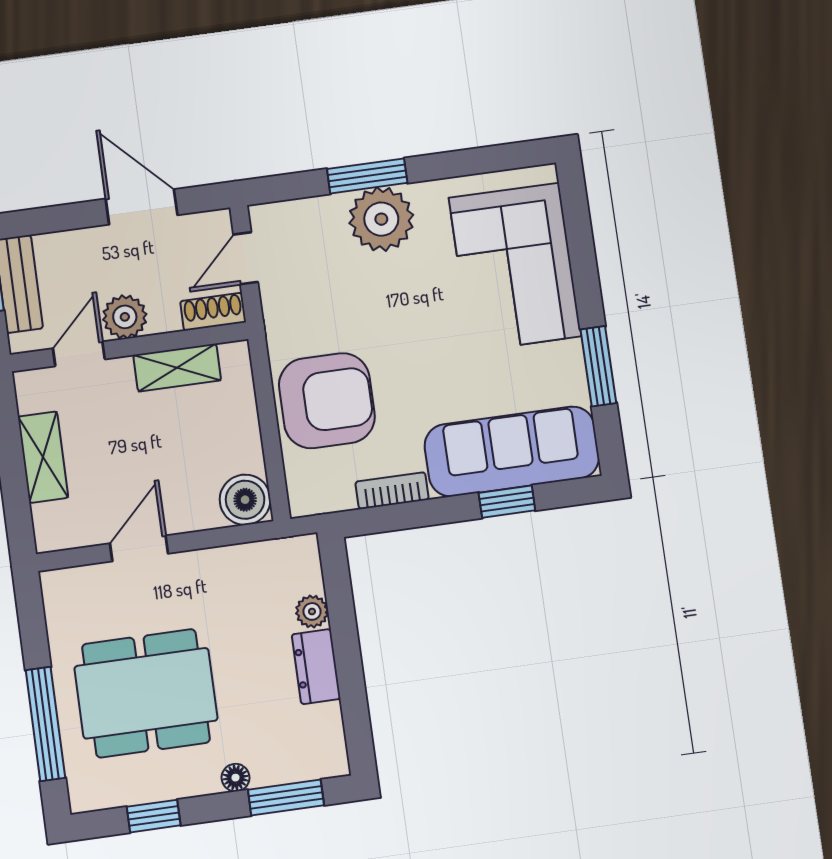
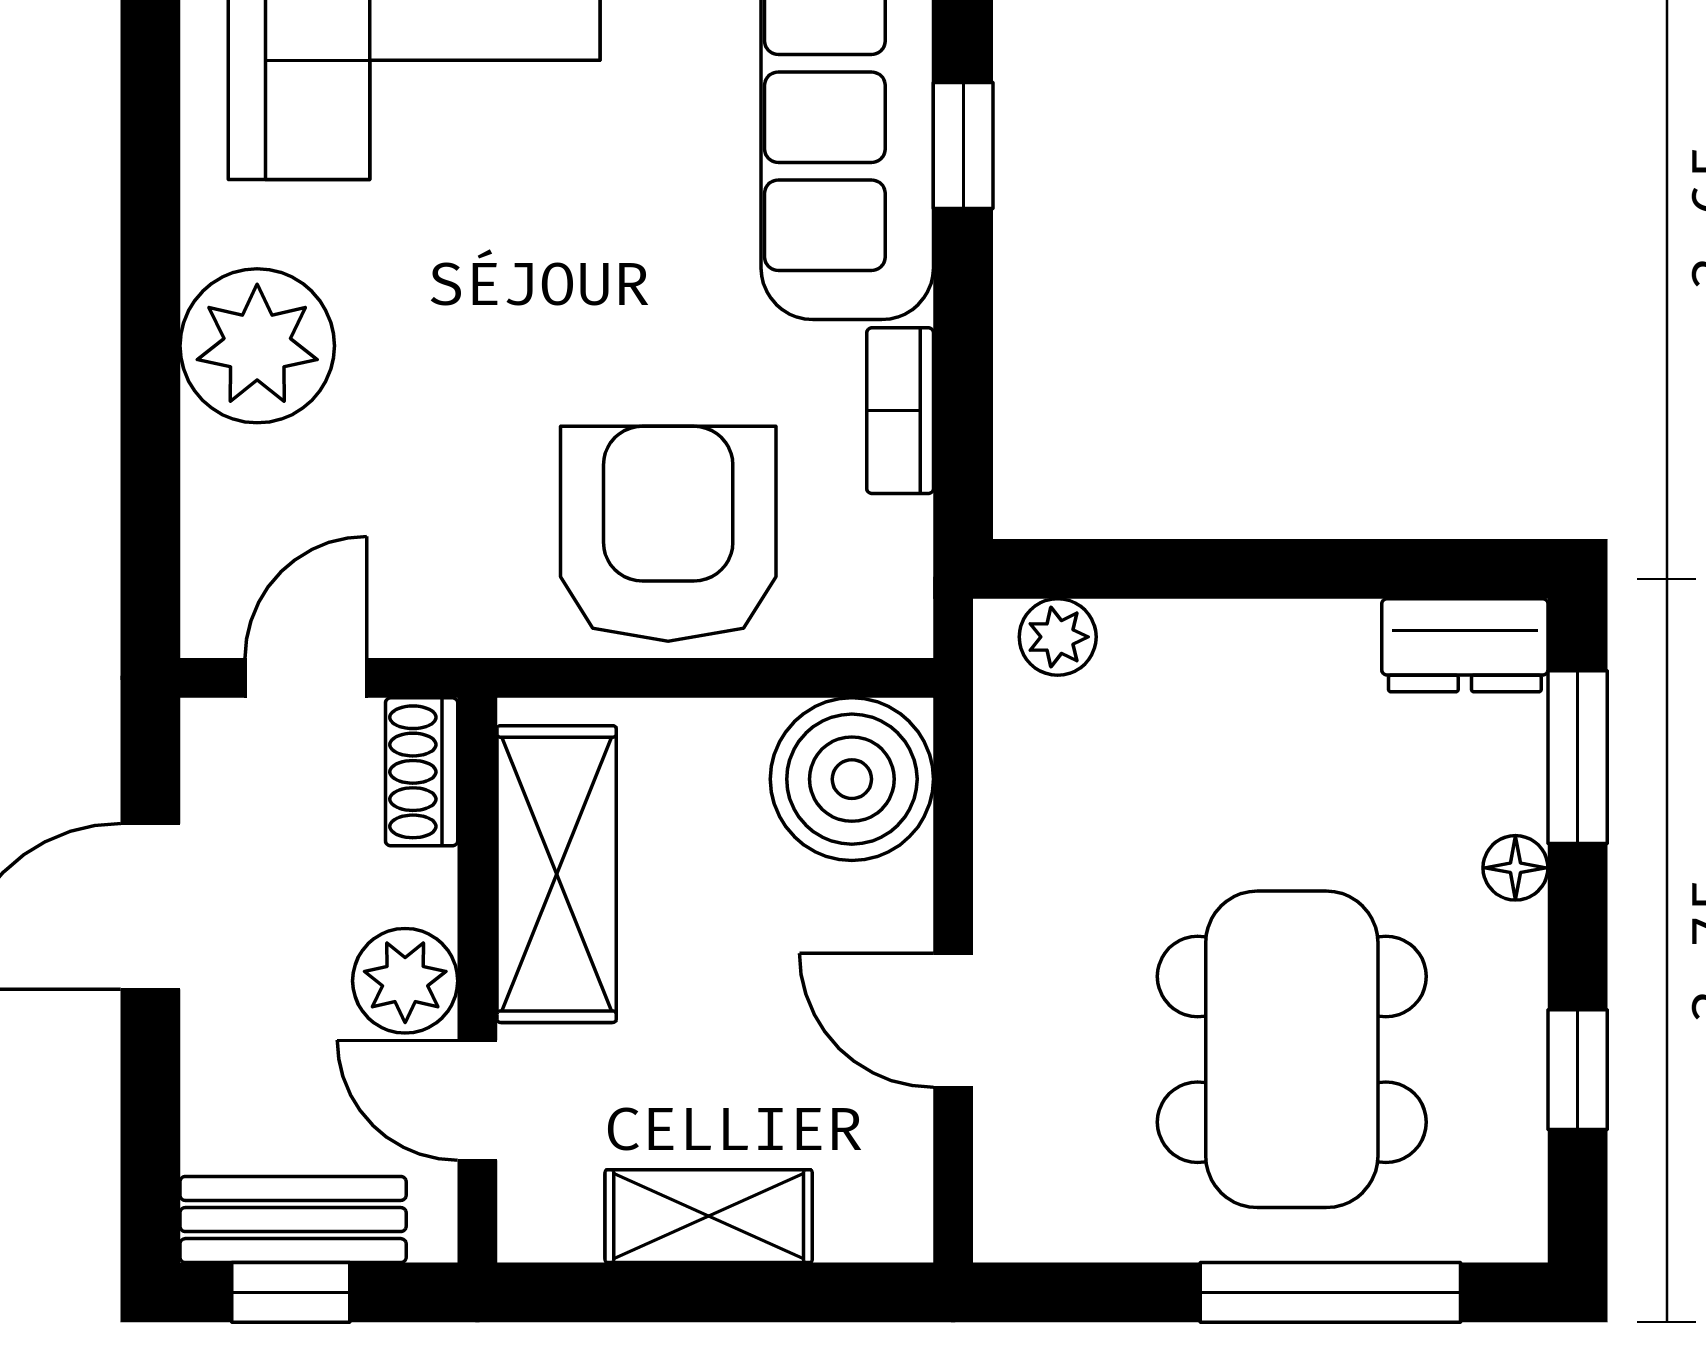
window: (367, 176) -> (150, 365), removed
door: (246, 258) -> (306, 678), swing flipped
shelving: (177, 368) -> (557, 874), width x1.50, depth x1.33
boiler: (245, 500) -> (852, 779), width x1.37, depth x1.37
plant: (312, 611) -> (1058, 637), moved
dresser: (316, 667) -> (1465, 645), moved

